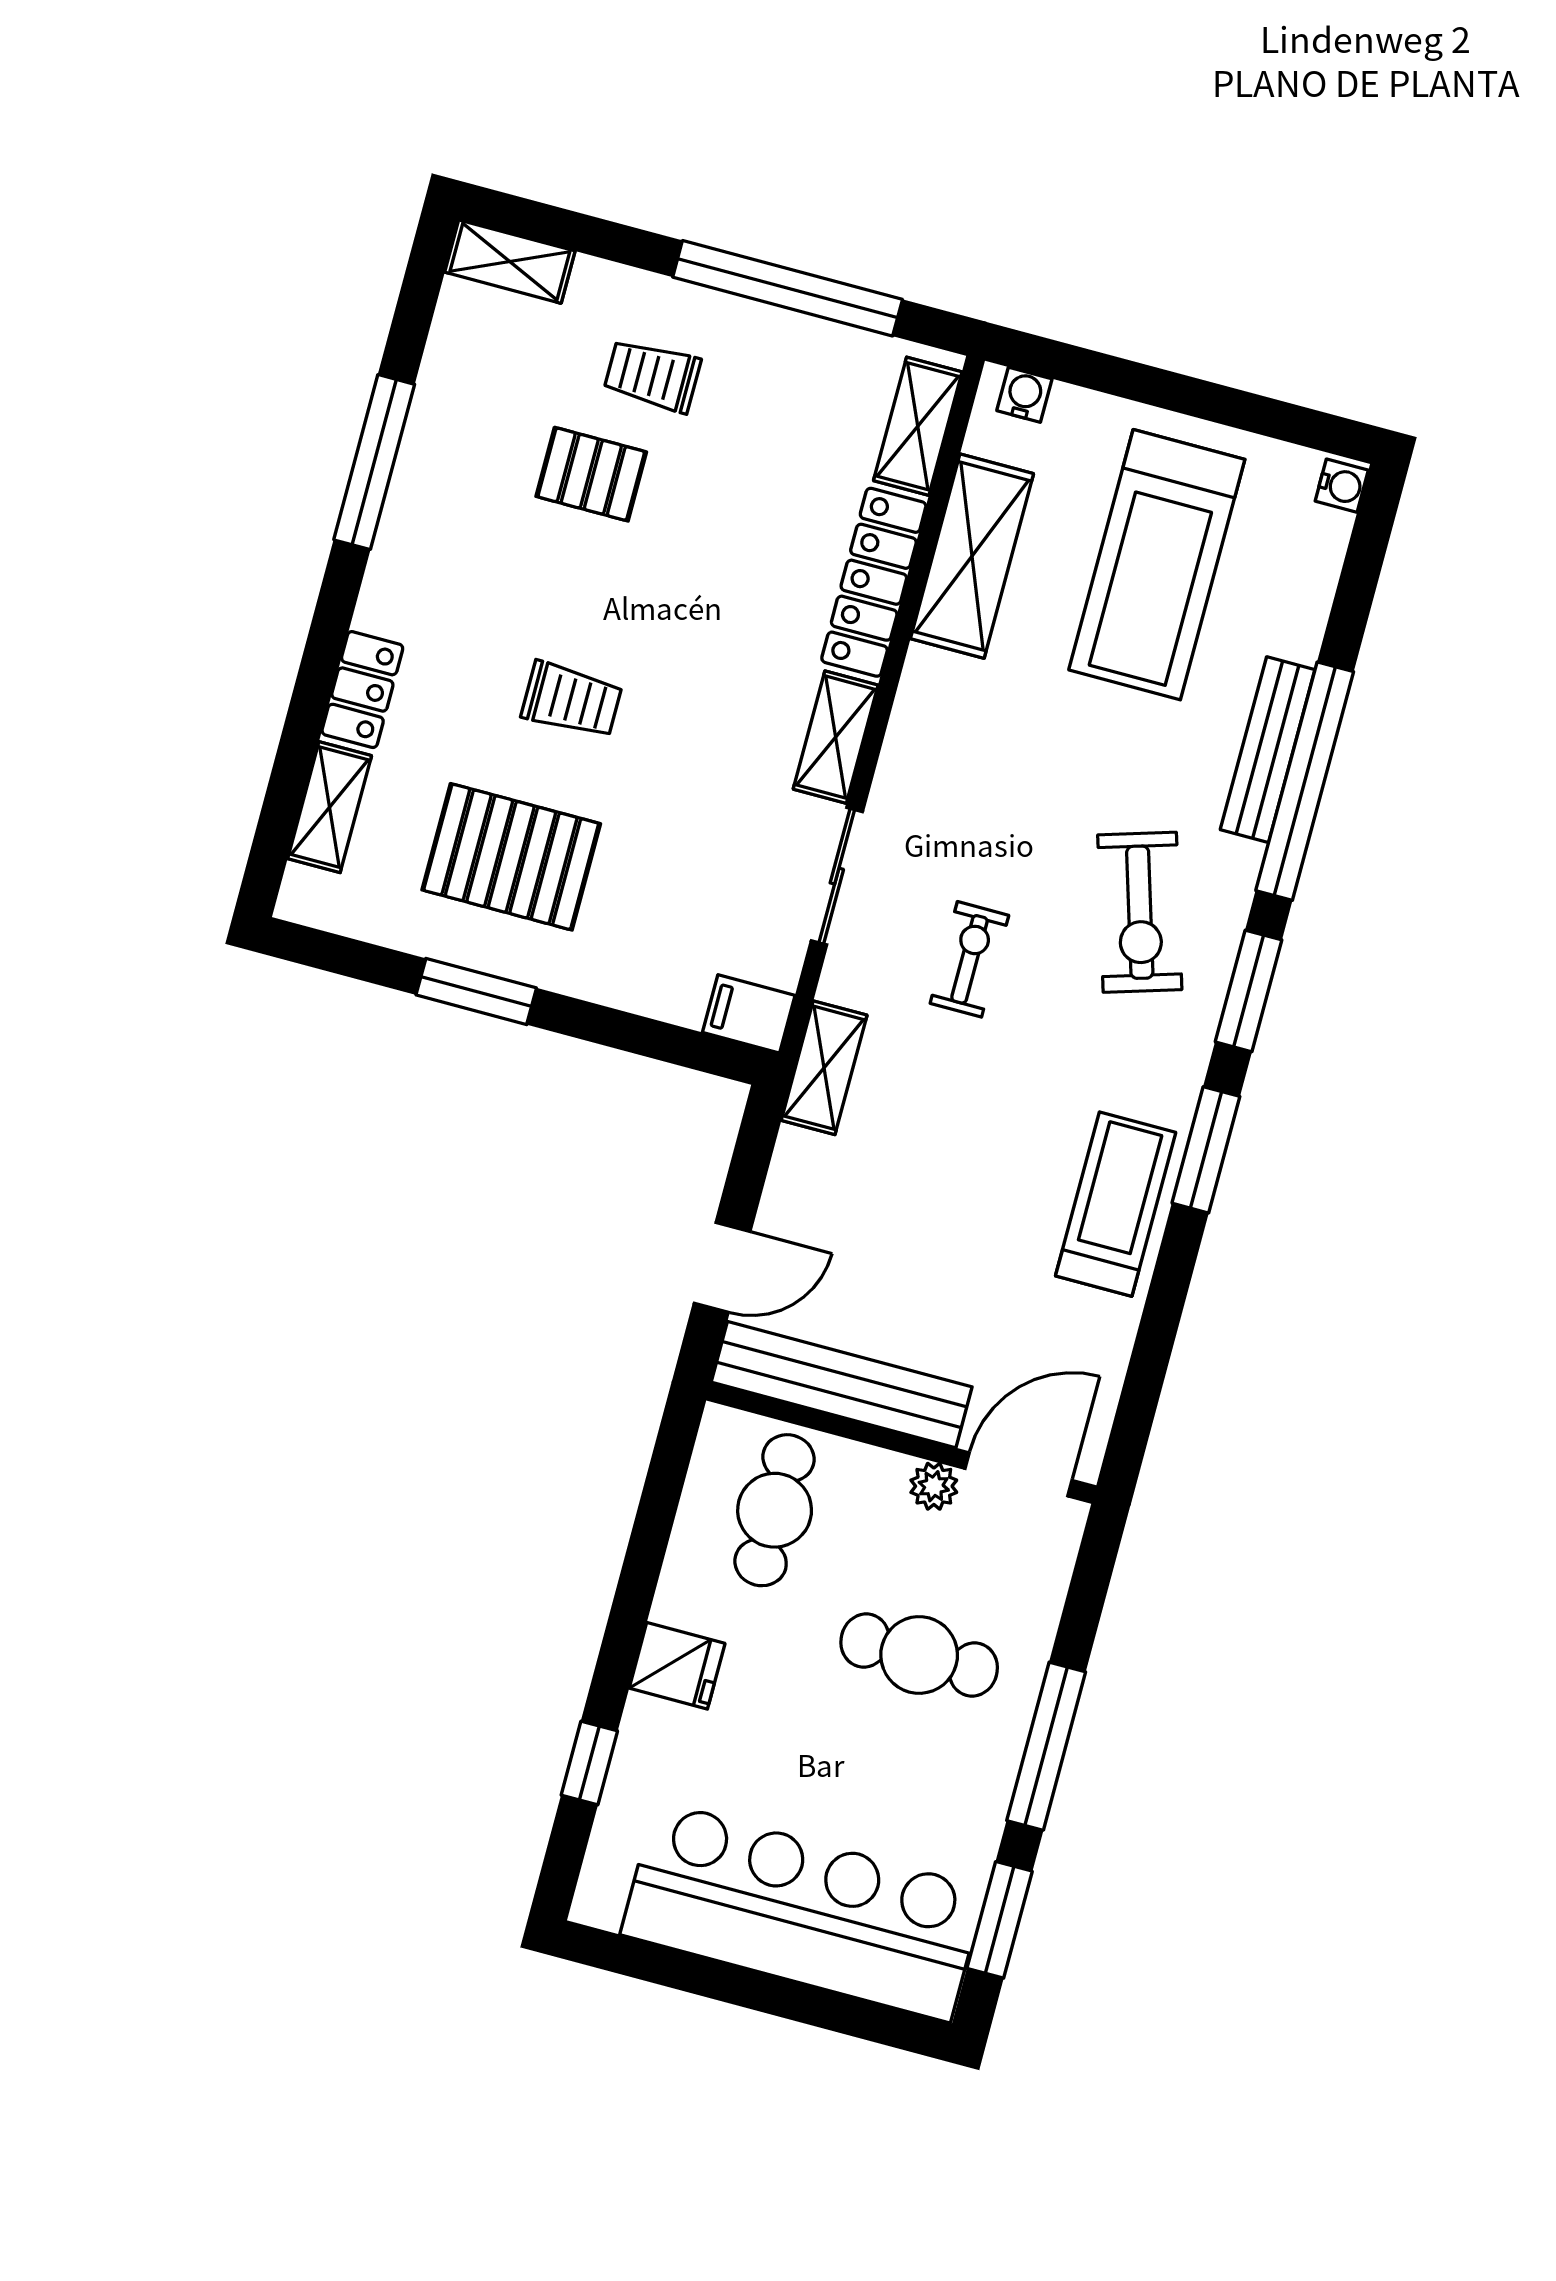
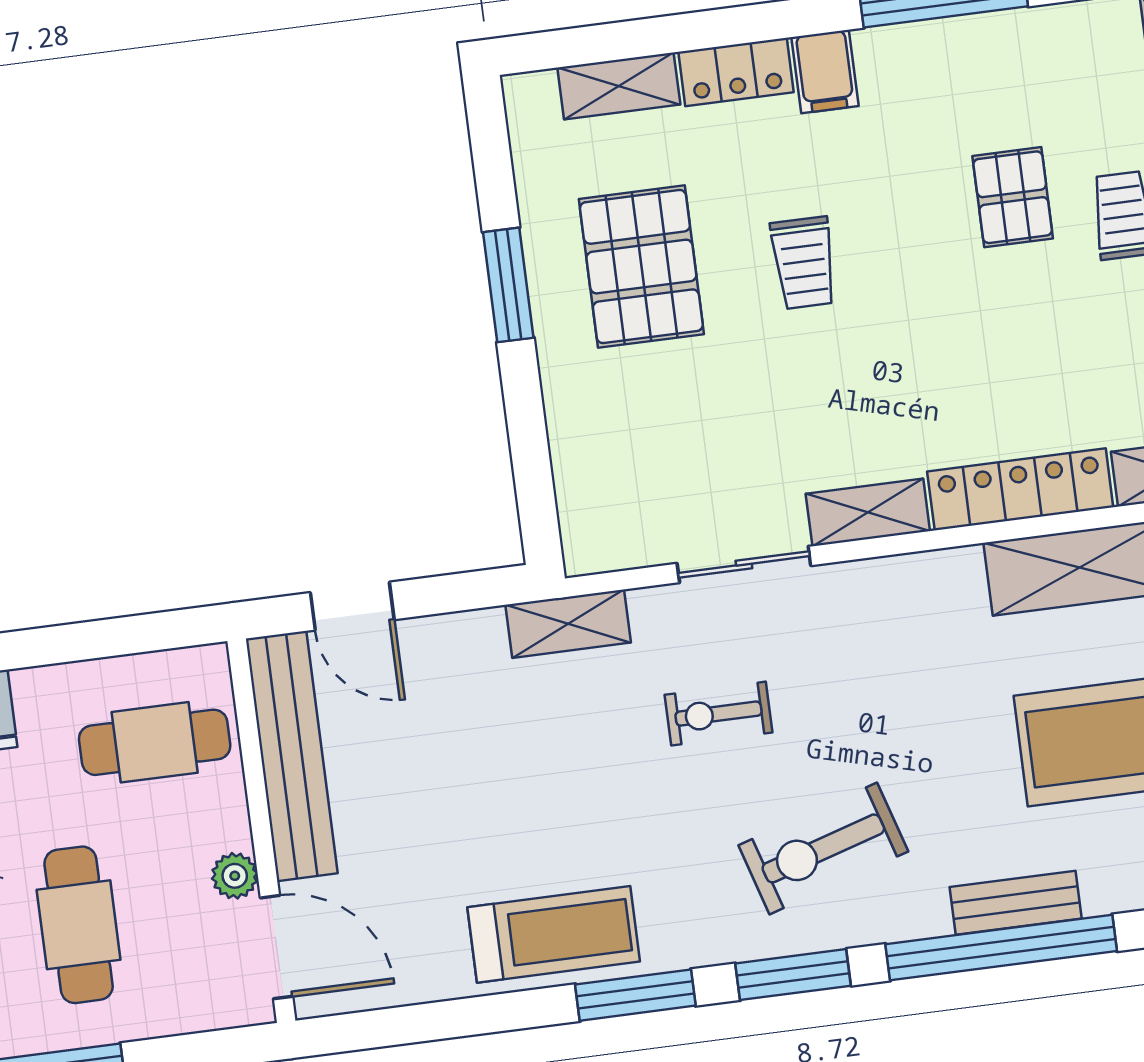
bench: (1268, 750) -> (1016, 903), width x0.73
exercise bike: (969, 959) -> (719, 714), turned 180
filing cabinet: (749, 1014) -> (825, 72), moved, turned 180

